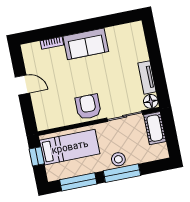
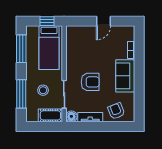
armchair: (133, 46) -> (116, 111), added
armchair: (88, 107) -> (90, 82), moved
stool: (118, 159) -> (43, 90), moved
window: (122, 173) -> (21, 94), moved

